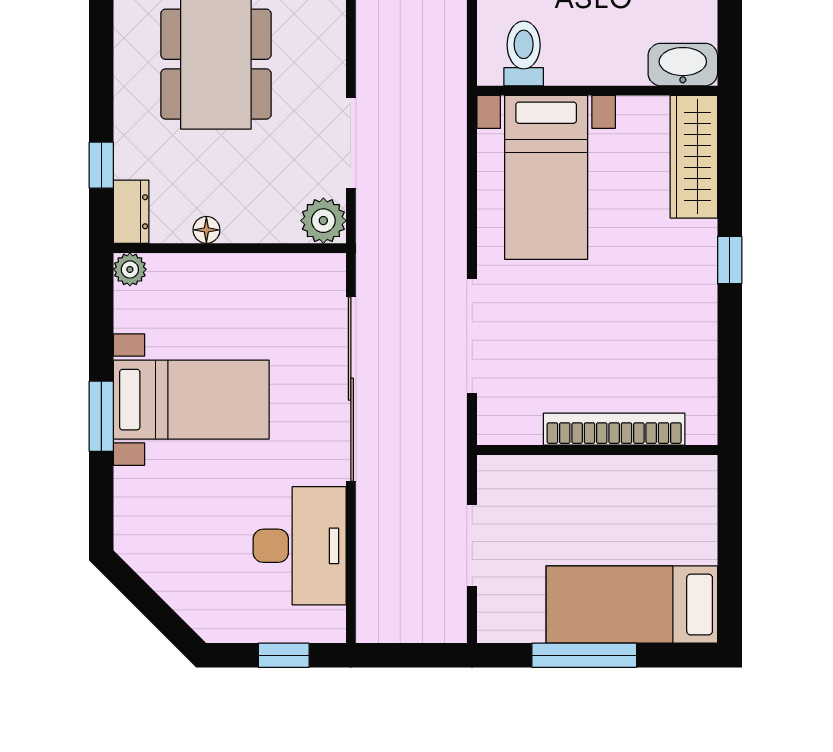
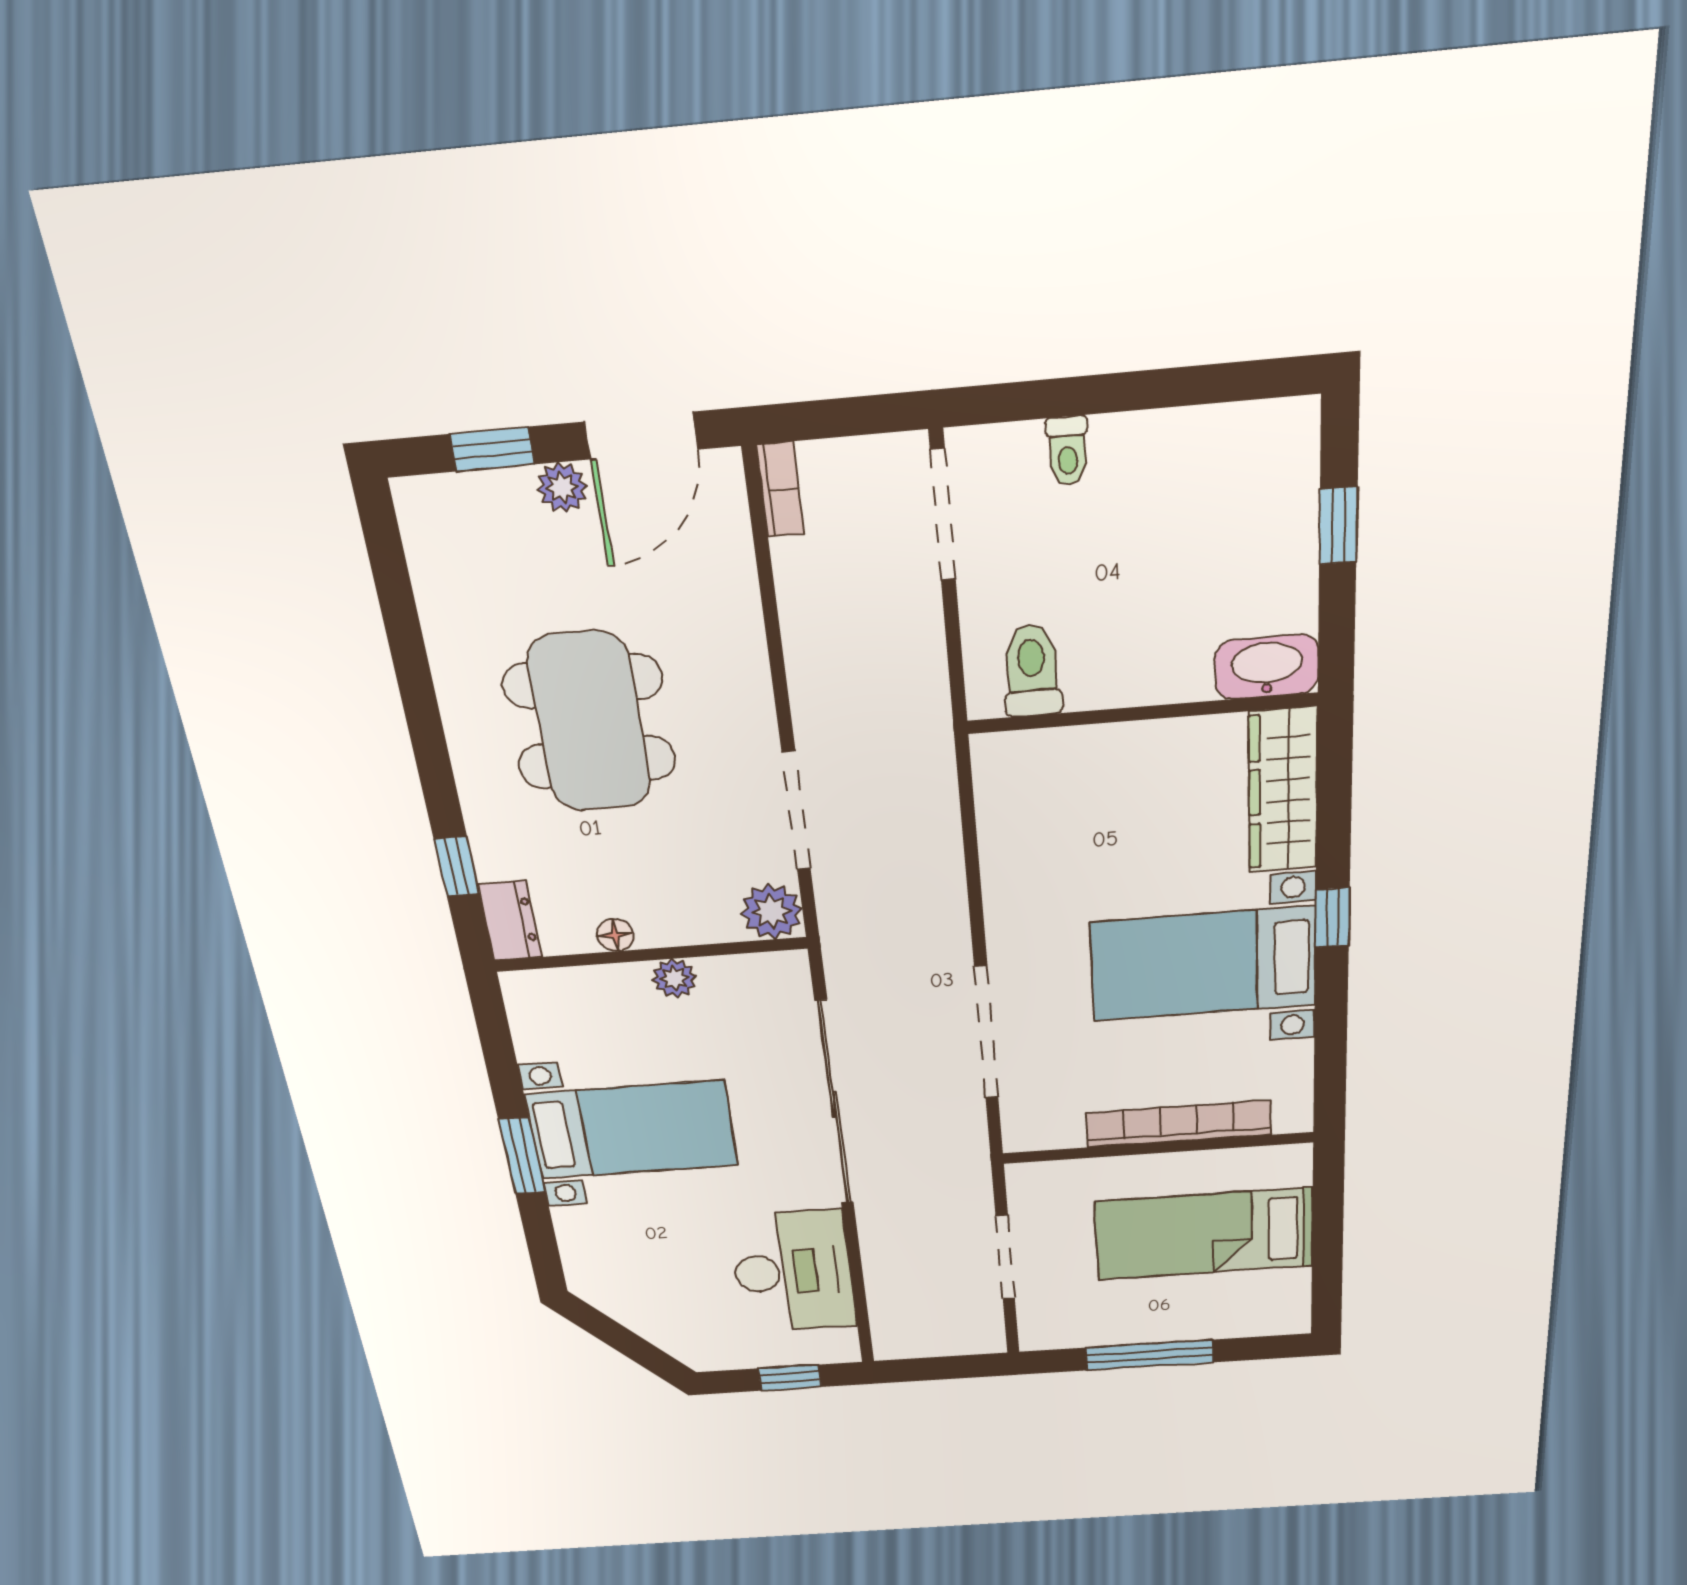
bed with nightstands: (546, 177) -> (1203, 964), moved, turned 90
plant: (130, 269) -> (674, 978), moved
bed: (632, 605) -> (1204, 1234), moved

